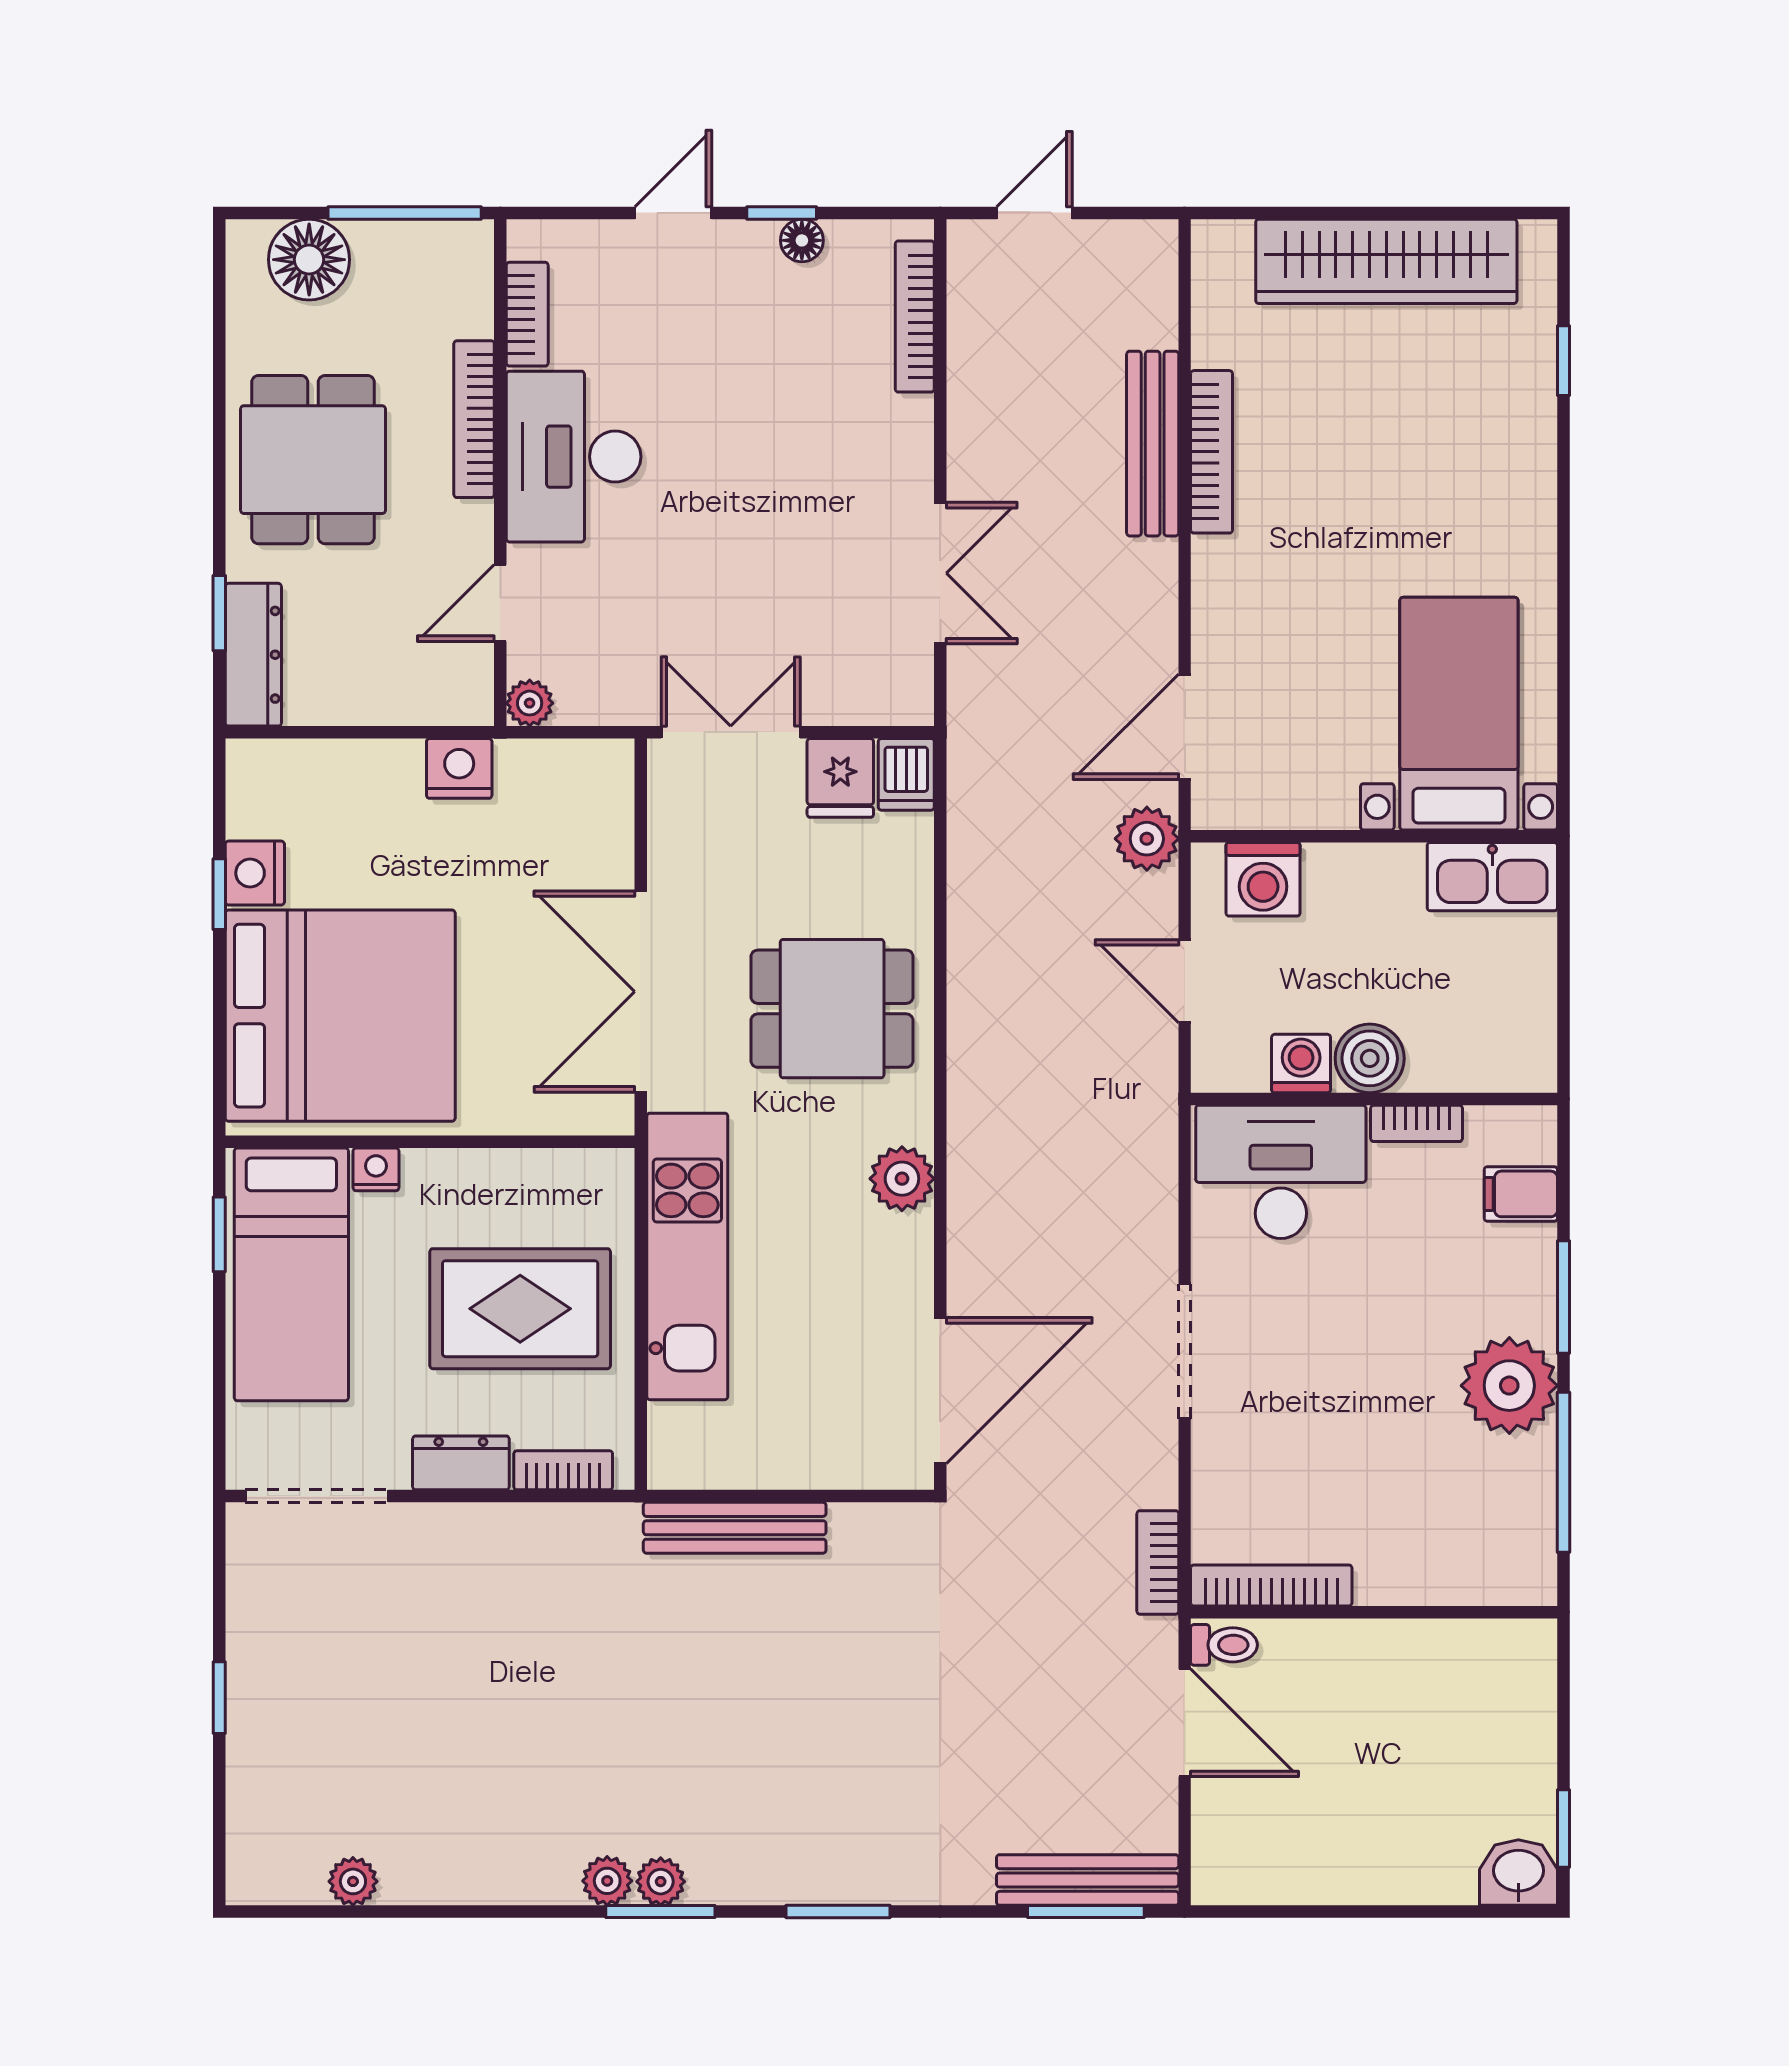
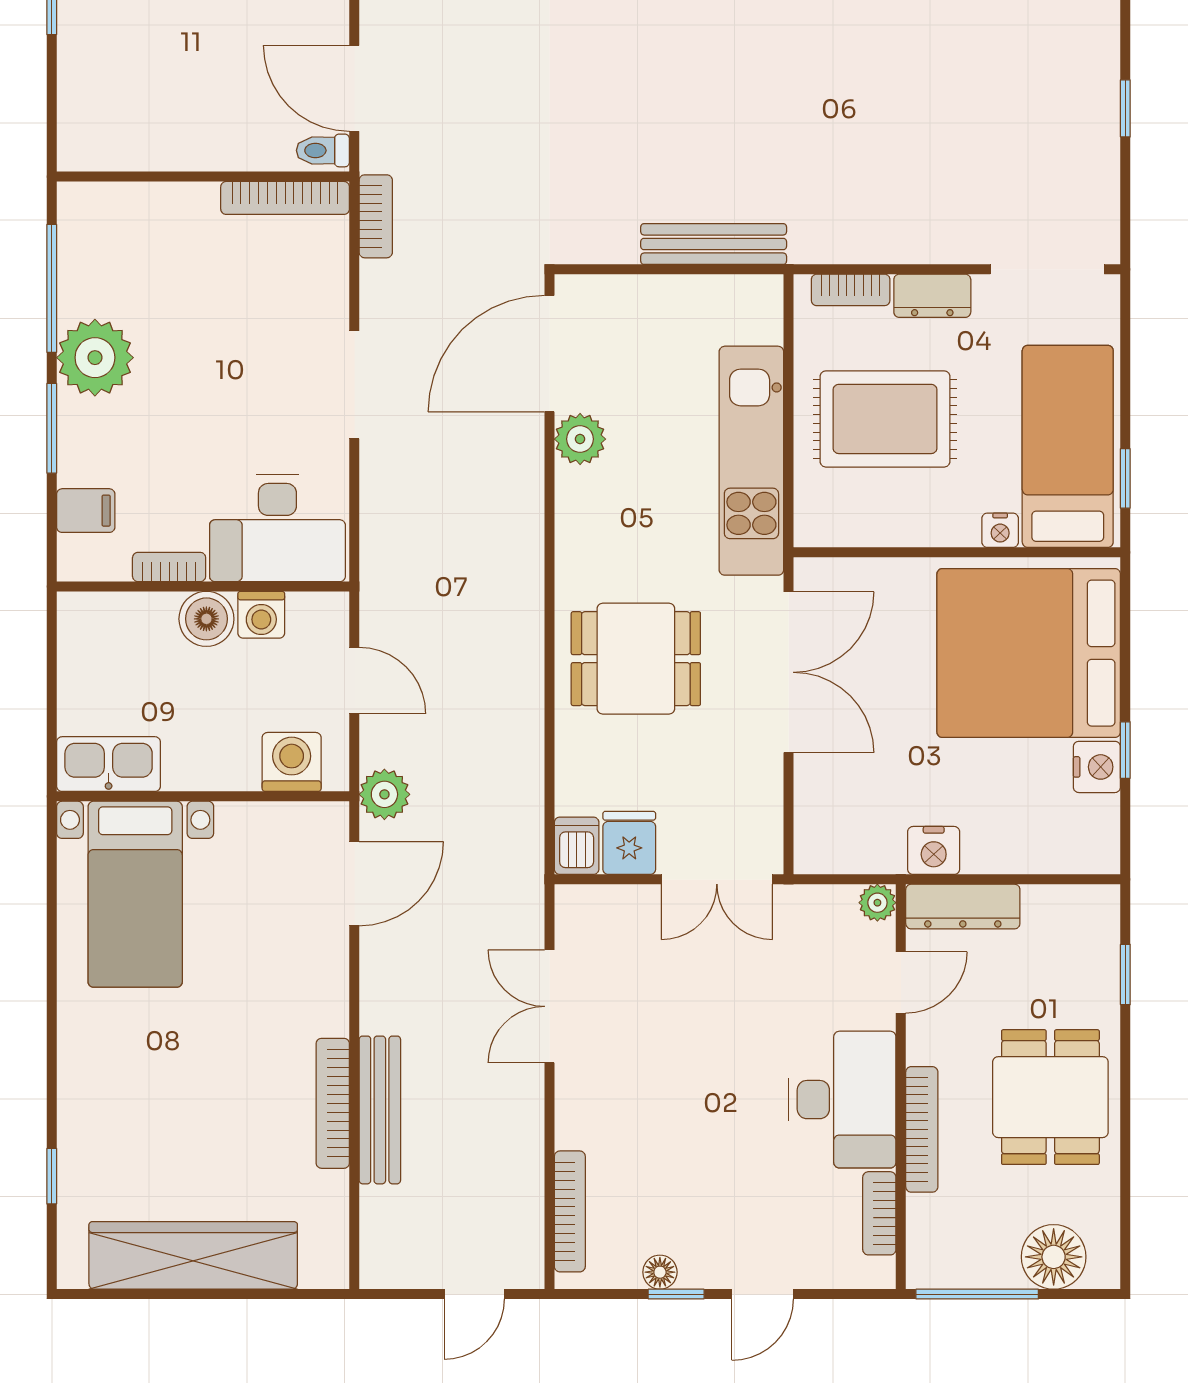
dresser: (253, 655) -> (963, 907), moved, turned -90
plant: (902, 1179) -> (580, 439), moved

